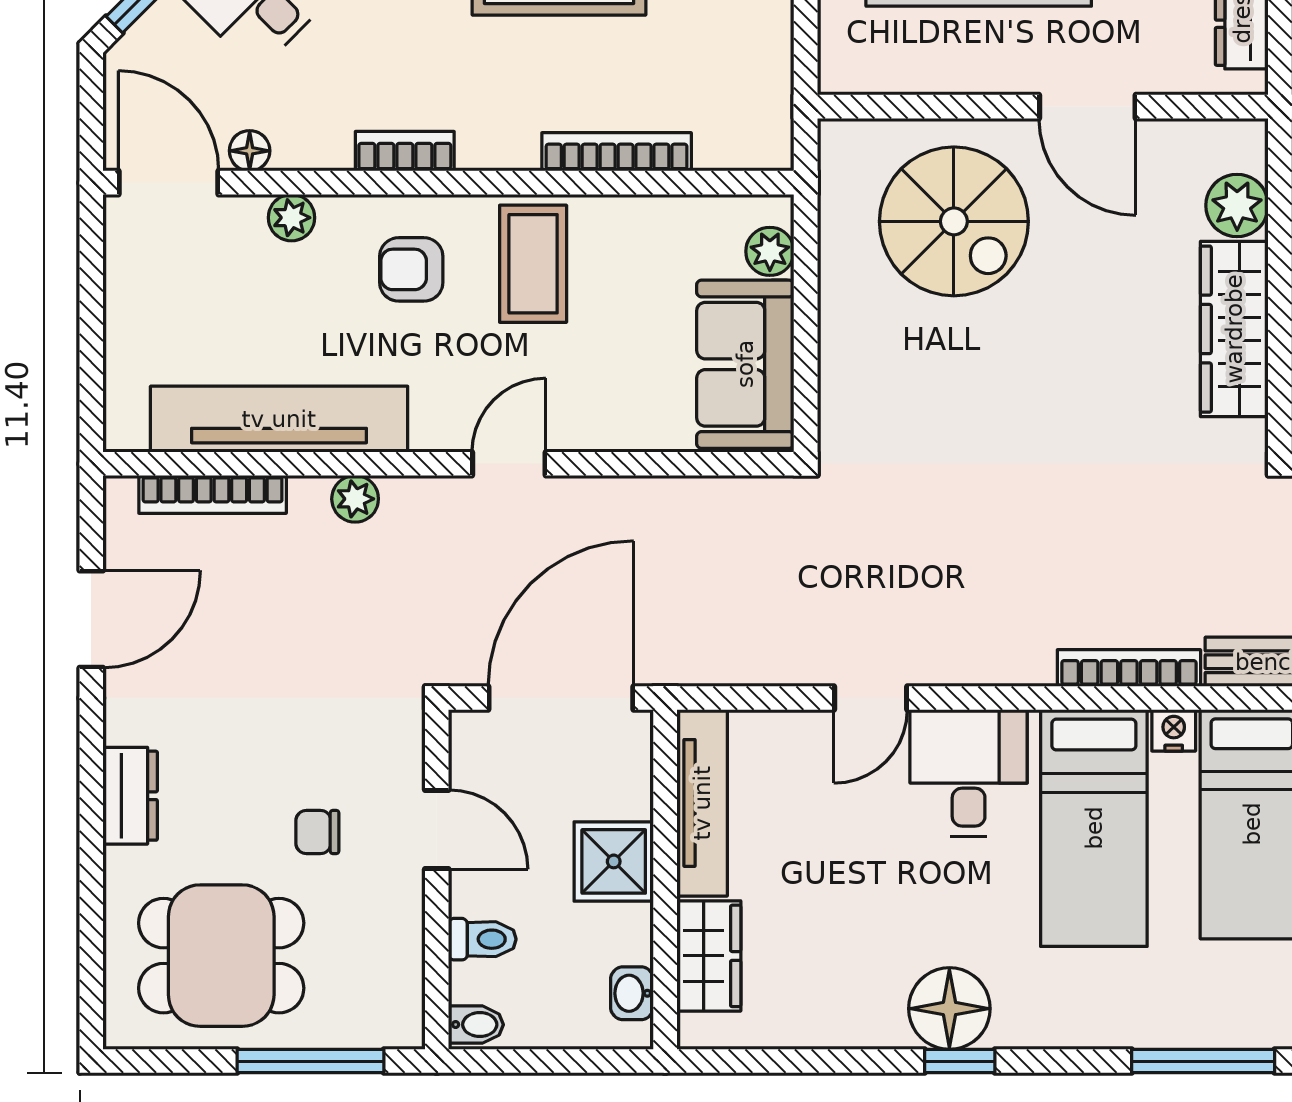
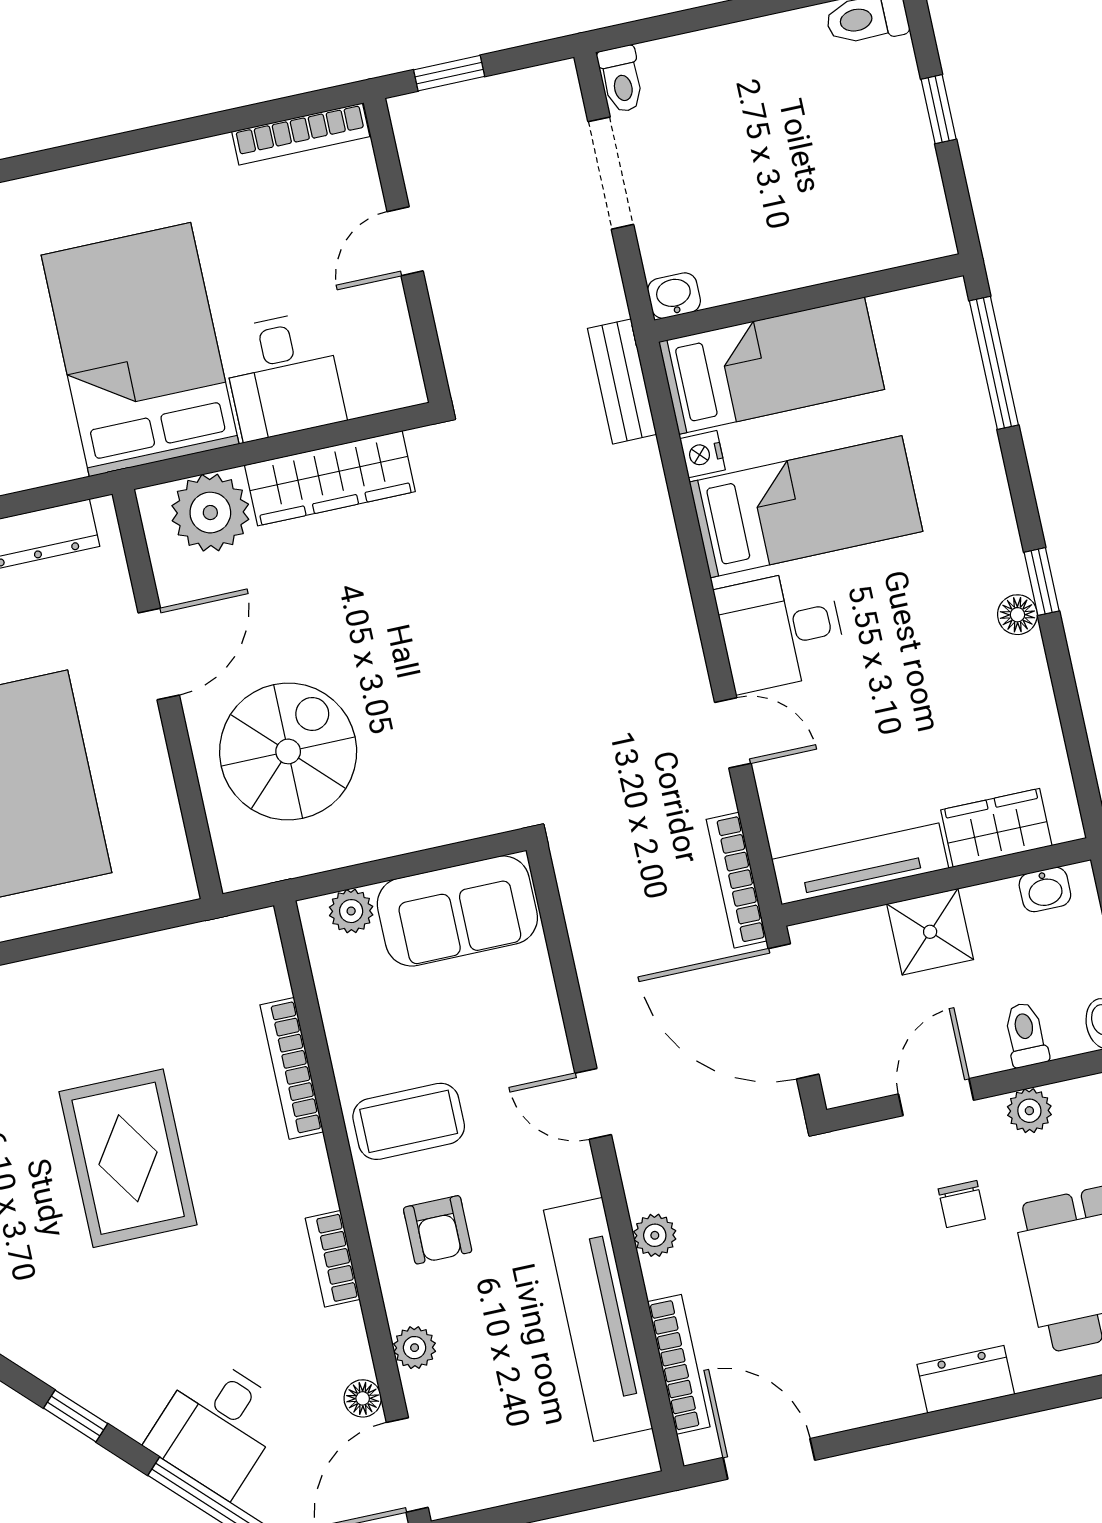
plant: (1237, 205) -> (210, 513), width x1.36, depth x1.36
door: (91, 619) -> (769, 1459), moved
bookcase: (1129, 668) -> (737, 880), moved
plant: (401, 926) -> (1029, 1111), added
floor lamp: (949, 1009) -> (1017, 615), width x0.53, depth x0.53

